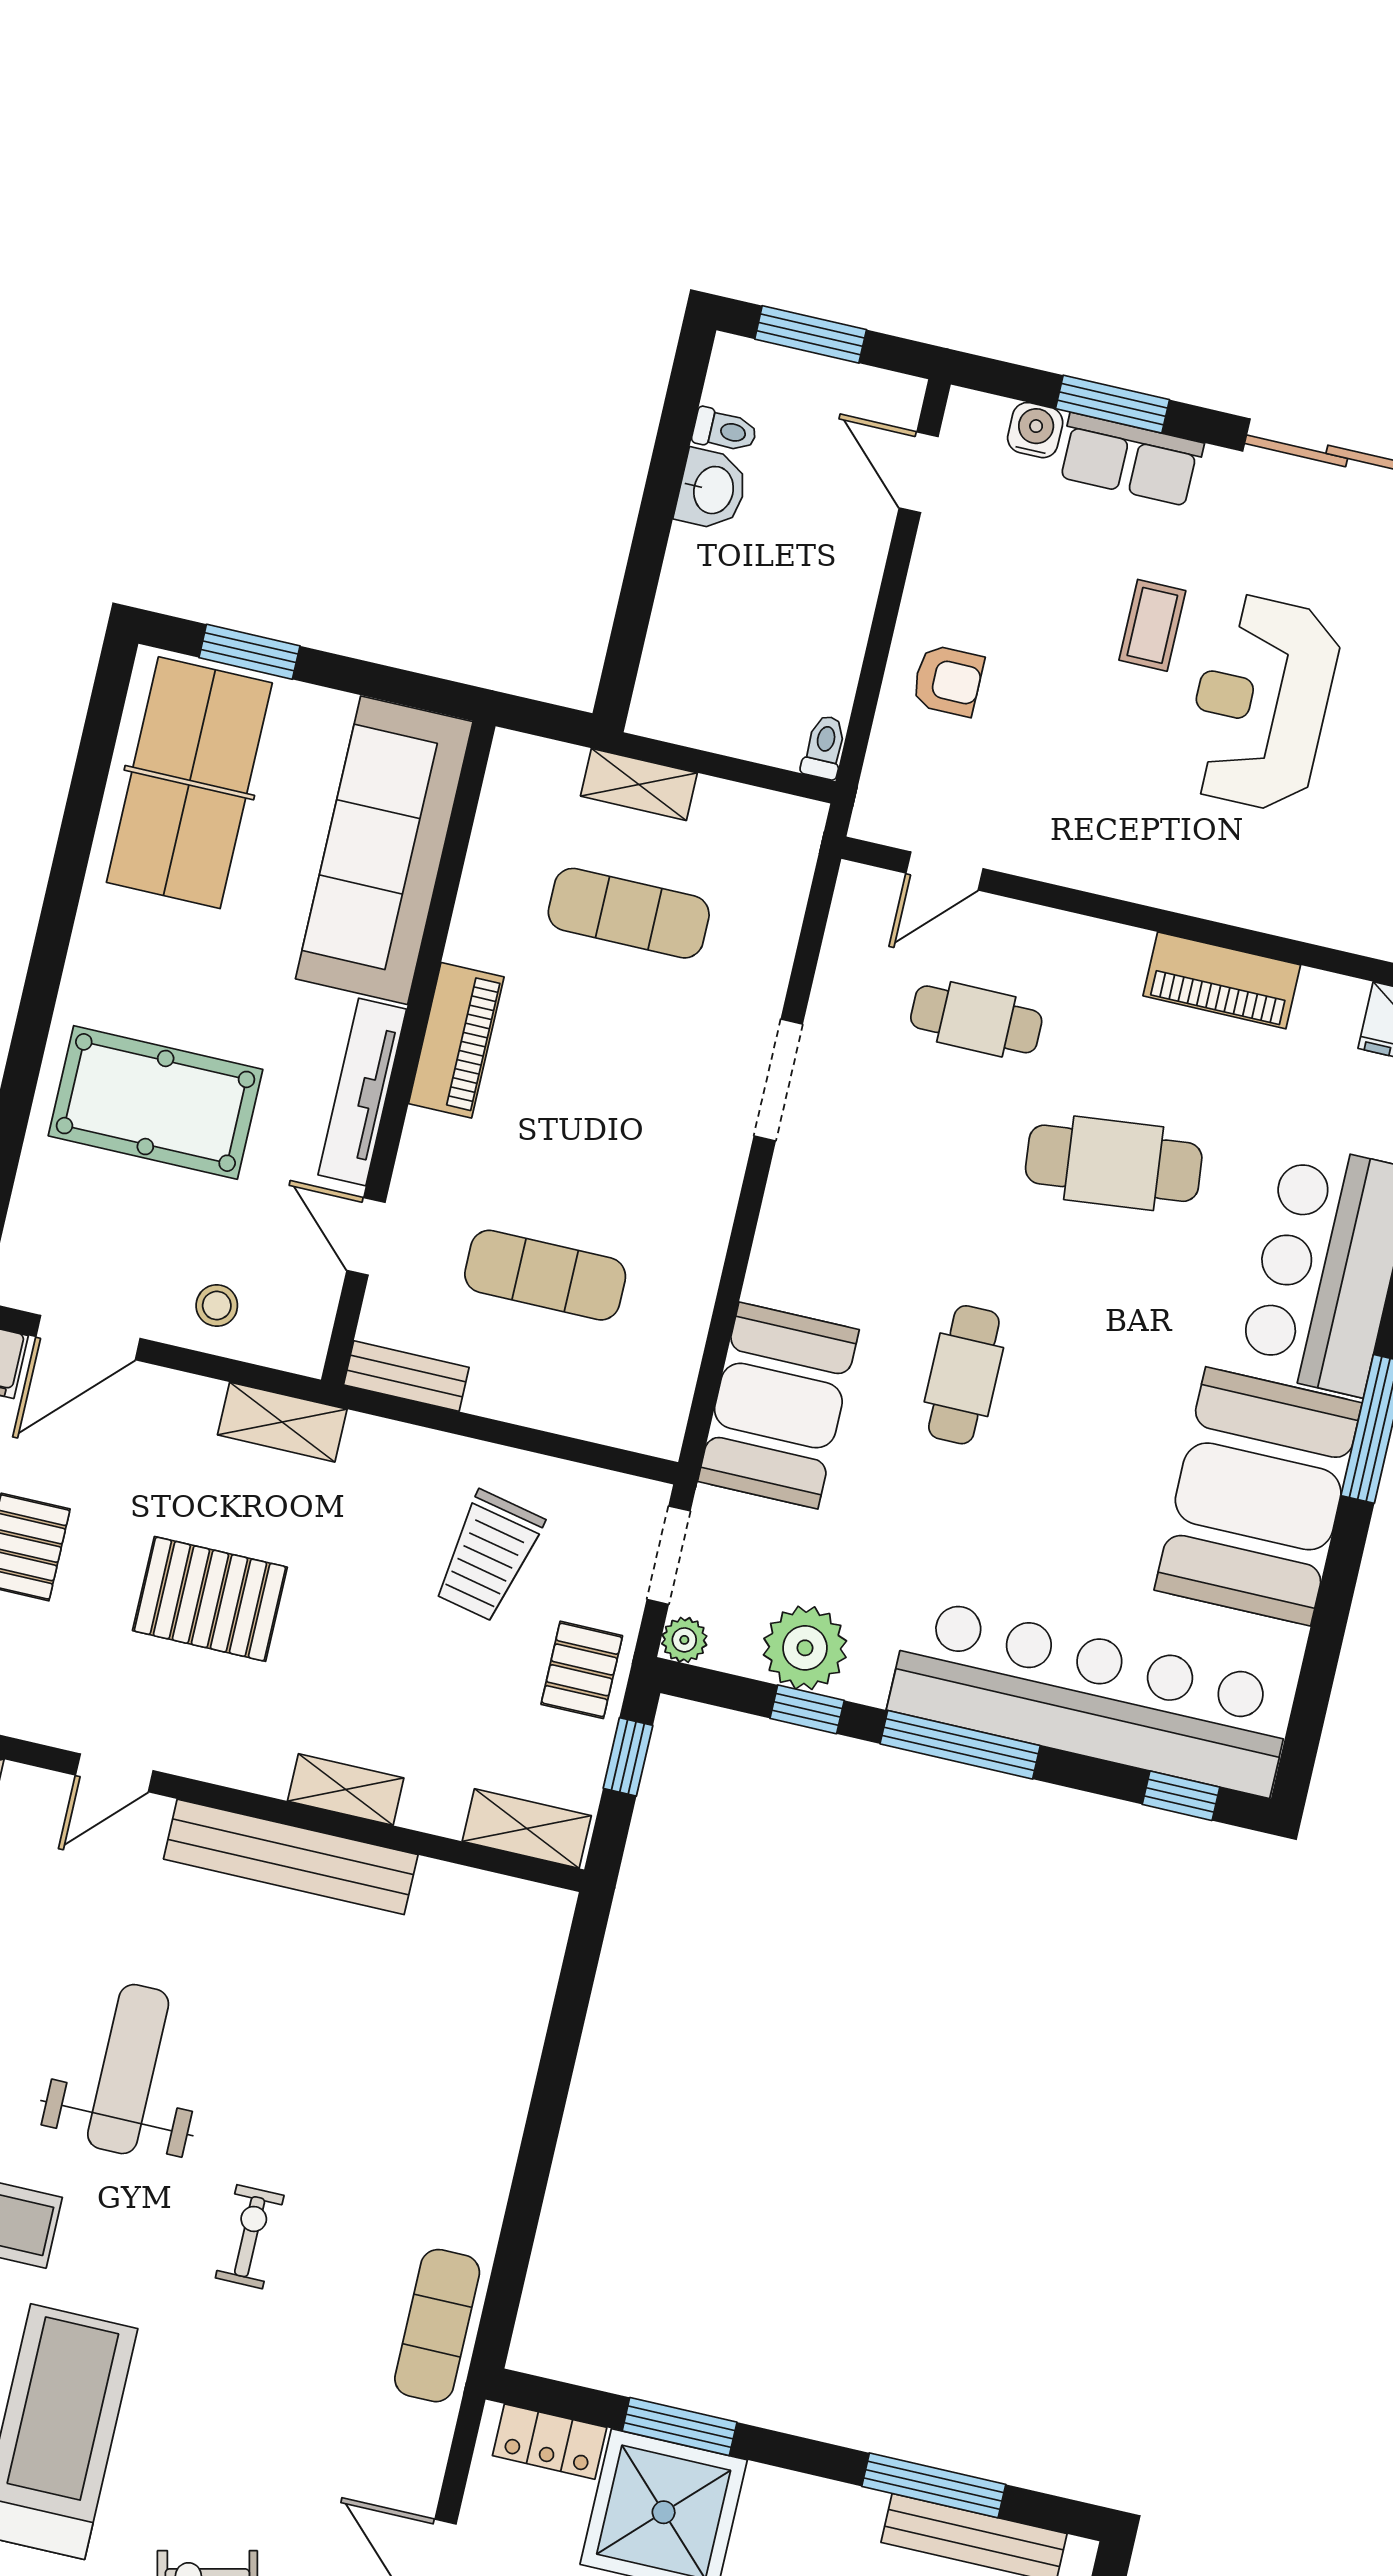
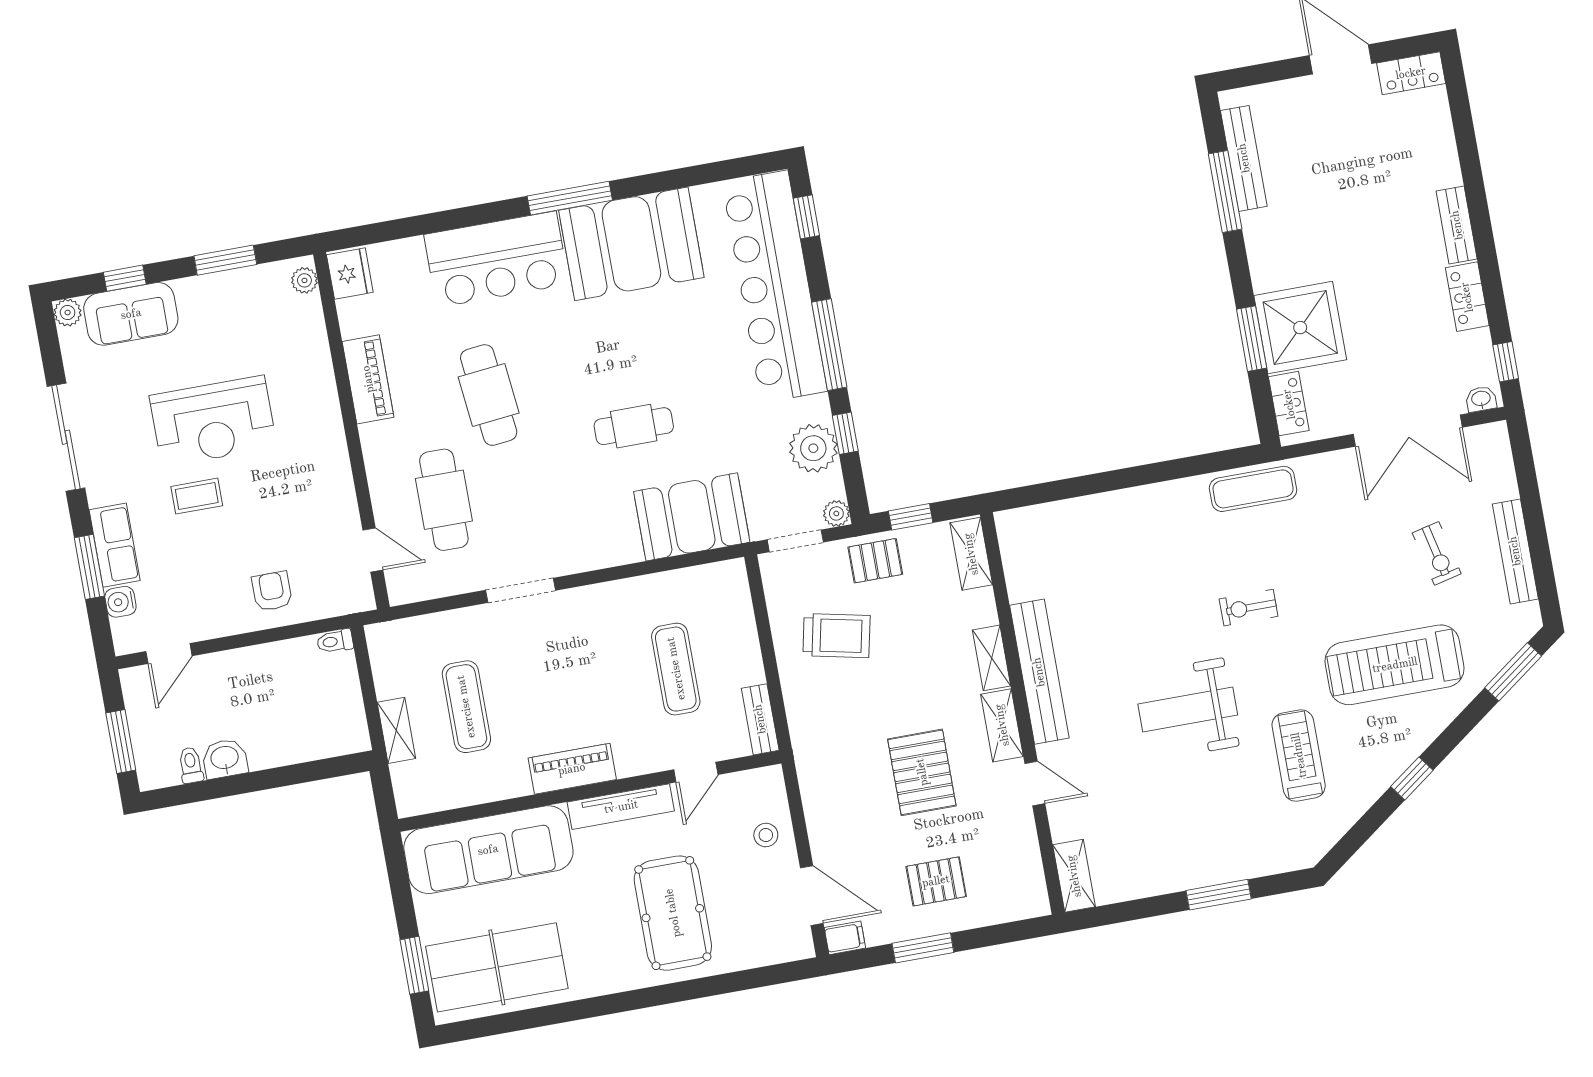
cafe table: (976, 1019) -> (444, 500), width x1.37, depth x1.35
shelving: (282, 1422) -> (1002, 725), moved

